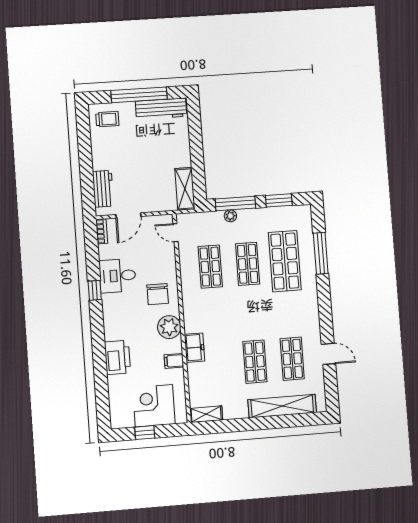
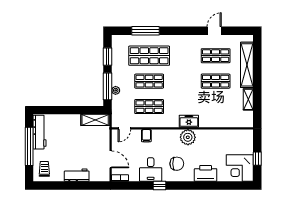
workbench: (103, 189) -> (77, 175), moved
chair: (158, 294) -> (177, 164), moved
freezer: (195, 348) -> (189, 121), moved
filing cabinet: (174, 361) -> (146, 136), moved
corner desk: (154, 406) -> (240, 168), moved
shelving: (206, 414) -> (248, 99), moved

